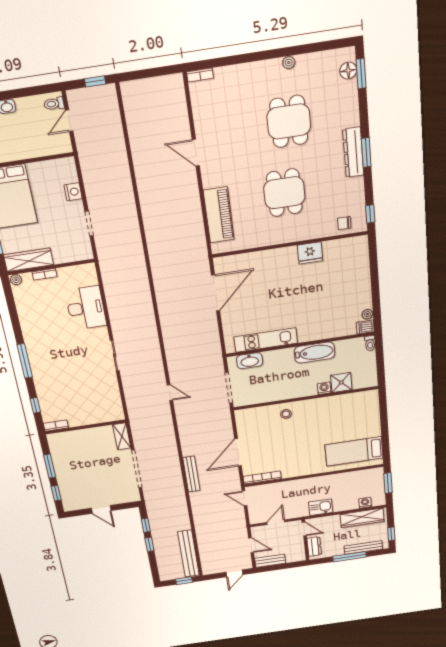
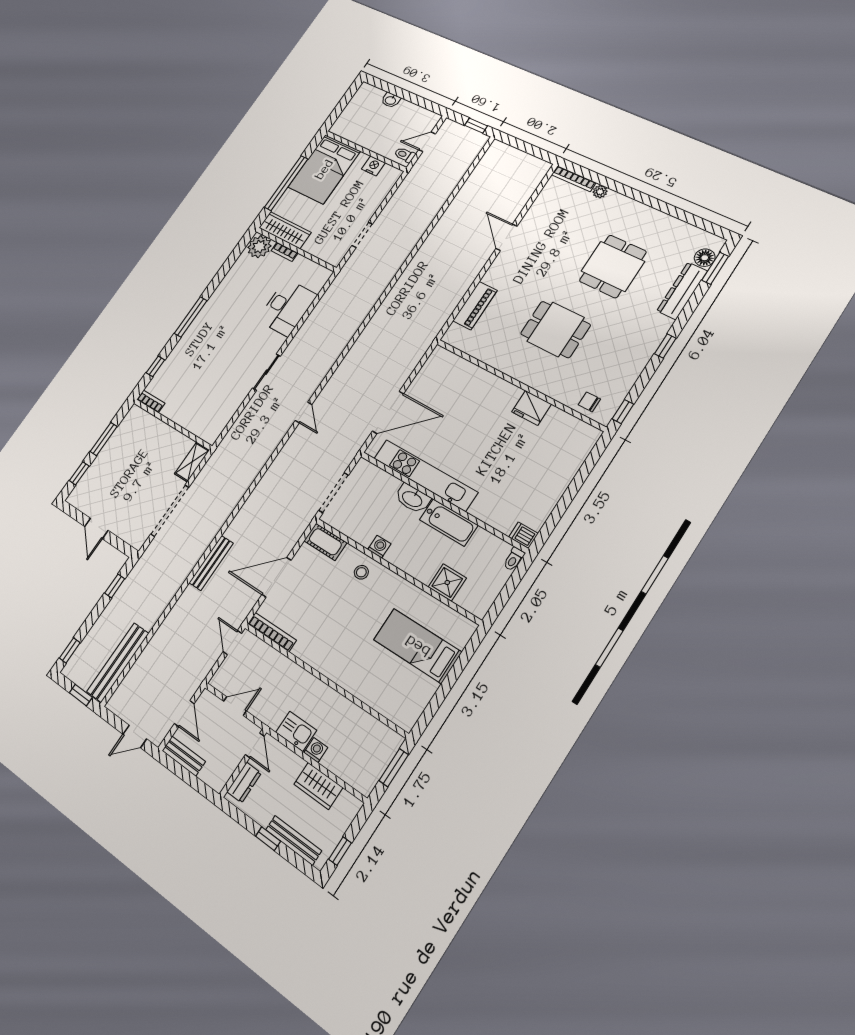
plant: (289, 63) -> (600, 192), moved
bookcase: (200, 75) -> (574, 179), width x1.56
toilet: (54, 104) -> (405, 155), moved
dresser: (353, 152) -> (682, 291), moved
window: (366, 152) -> (665, 346), width x0.67
nightstand: (73, 192) -> (373, 166), moved, turned -90
dining table: (284, 193) -> (555, 329), turned 90
piano: (219, 215) -> (475, 306), width x0.73, depth x0.75
plant: (16, 280) -> (259, 247), width x1.87, depth x1.87
door: (216, 293) -> (388, 412), moved
plant: (367, 314) -> (537, 522), removed
kitchen unit: (266, 340) -> (425, 475), width x1.36
washbasin: (250, 361) -> (412, 499), moved
washing machine: (324, 388) -> (379, 547), moved
door: (170, 393) -> (304, 412), moved
cot: (249, 415) -> (325, 542), added
bed: (354, 451) -> (417, 646), moved
washing machine: (365, 503) -> (316, 750), moved
wardrobe: (362, 518) -> (318, 786), width x0.67
window: (149, 544) -> (70, 650), moved
window: (350, 557) -> (268, 839), width x0.46

